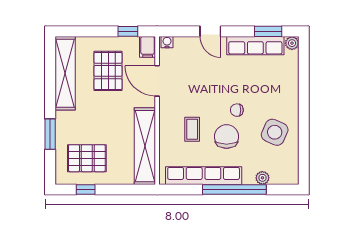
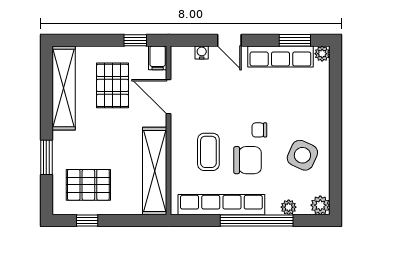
water cooler: (167, 42) -> (202, 53), moved
coffee table: (192, 129) -> (208, 152), width x1.36, depth x1.30
chair: (227, 137) -> (248, 160), turned 90
plant: (290, 176) -> (320, 205), added

